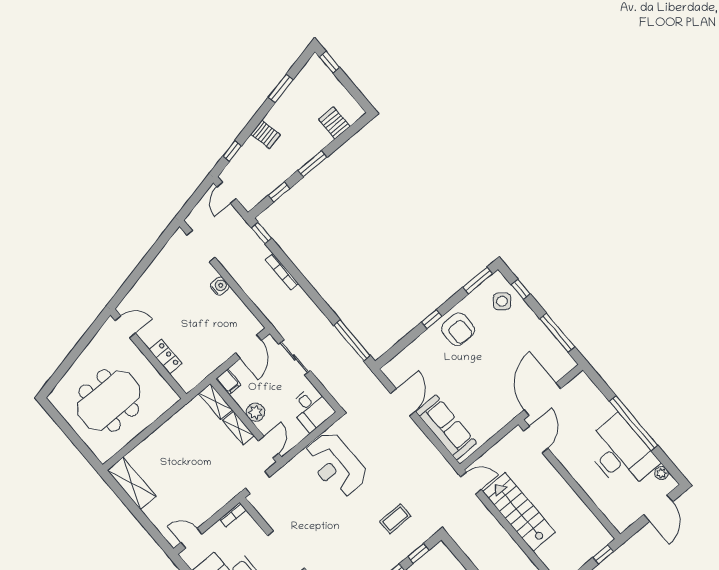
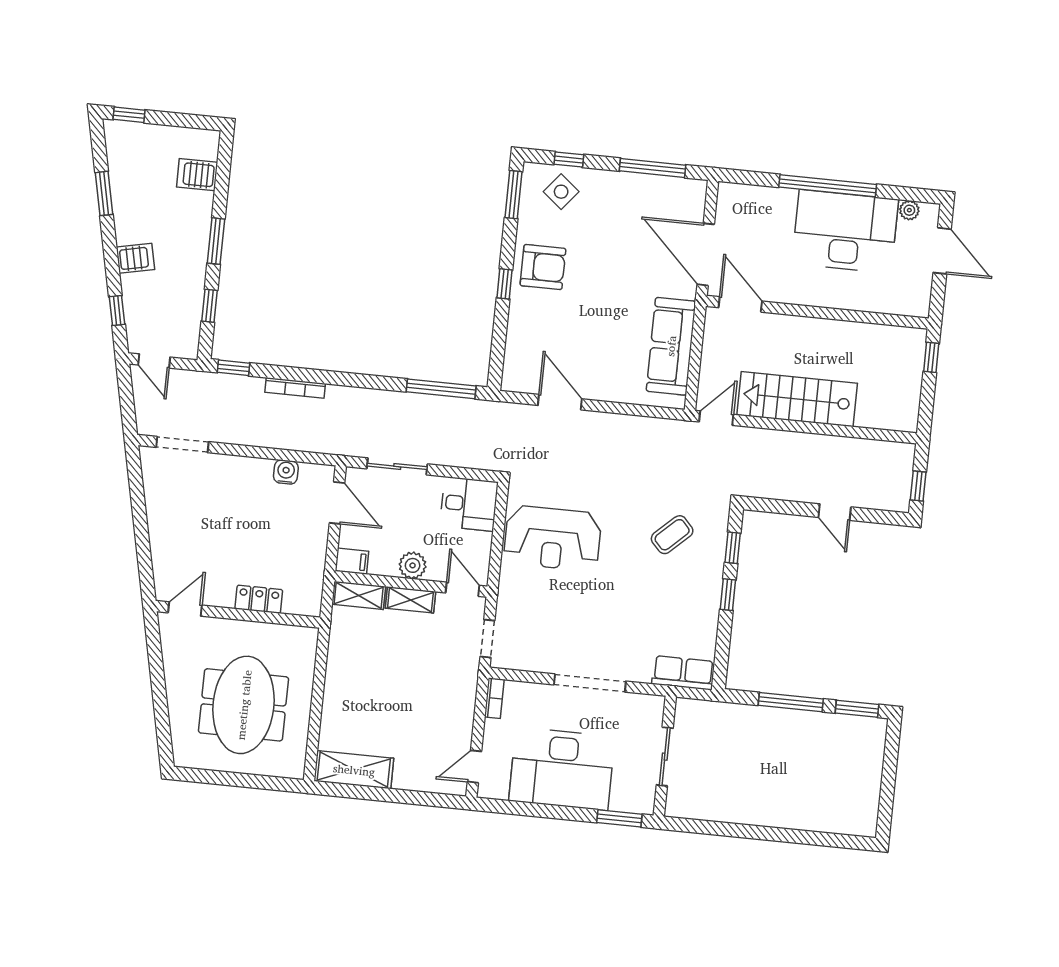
water cooler: (220, 286) -> (286, 472), moved
sofa: (446, 427) -> (671, 346), moved, turned -90
coffee table: (395, 519) -> (672, 535), turned 47

